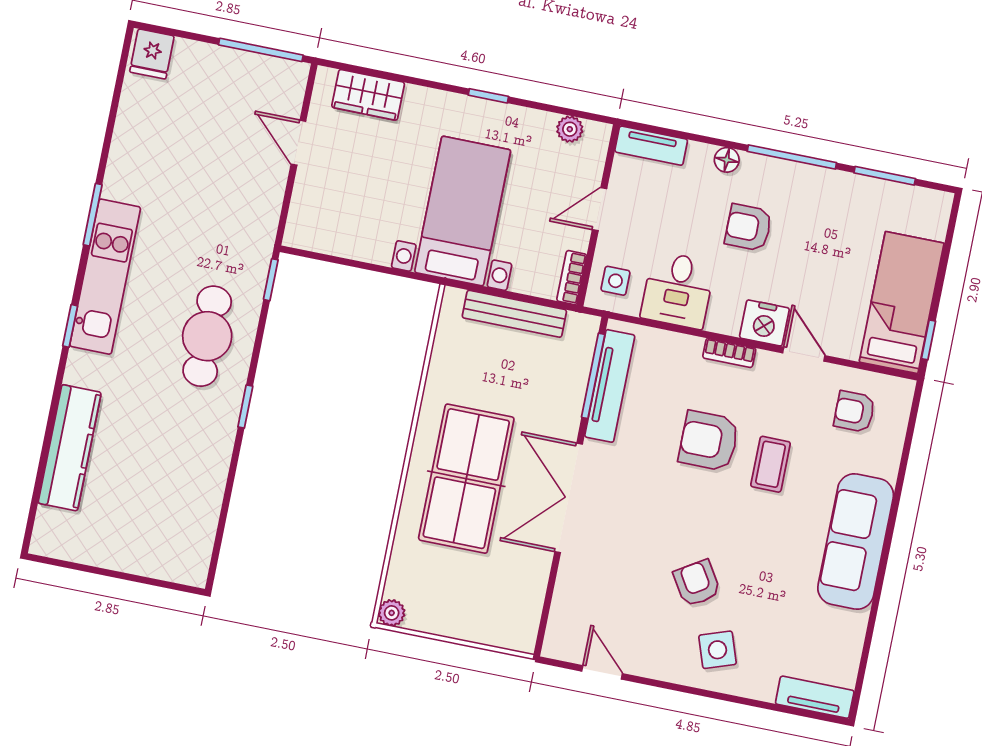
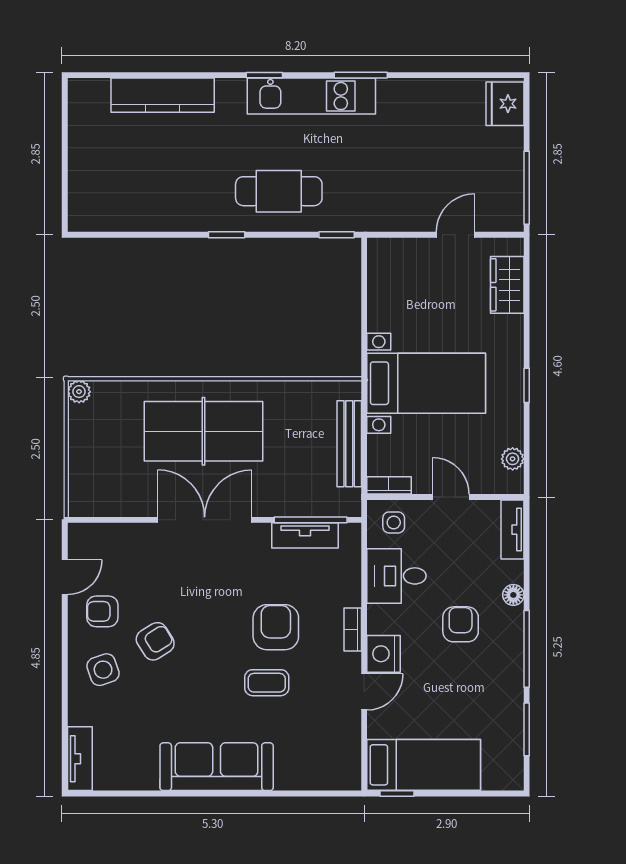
fridge: (152, 54) -> (505, 104), width x1.38
tv unit: (610, 386) -> (305, 535), width x0.71
armchair: (854, 412) -> (102, 611), moved, turned -90

